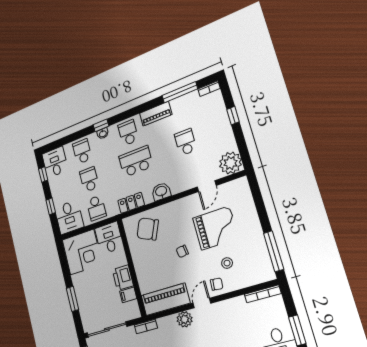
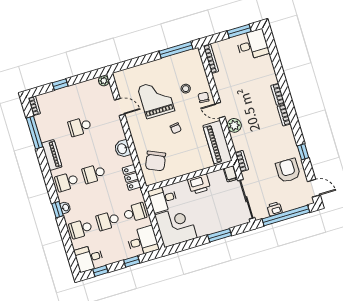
school desk: (136, 161) -> (94, 174), width x0.54
plant: (230, 163) -> (104, 81), width x0.53, depth x0.53
filing cabinet: (128, 295) -> (231, 174), moved

